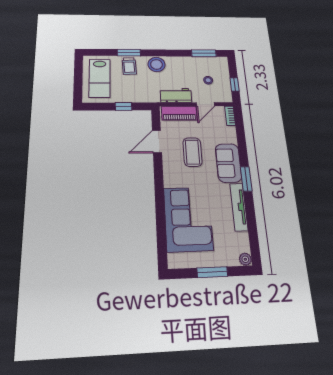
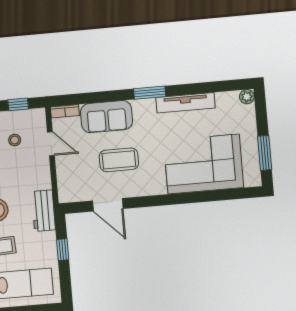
workbench: (176, 95) -> (43, 211), moved
piano: (179, 113) -> (67, 178), removed
sofa: (228, 163) -> (107, 117), moved
window: (212, 272) -> (265, 153), moved

